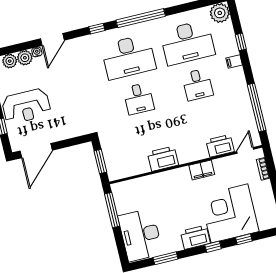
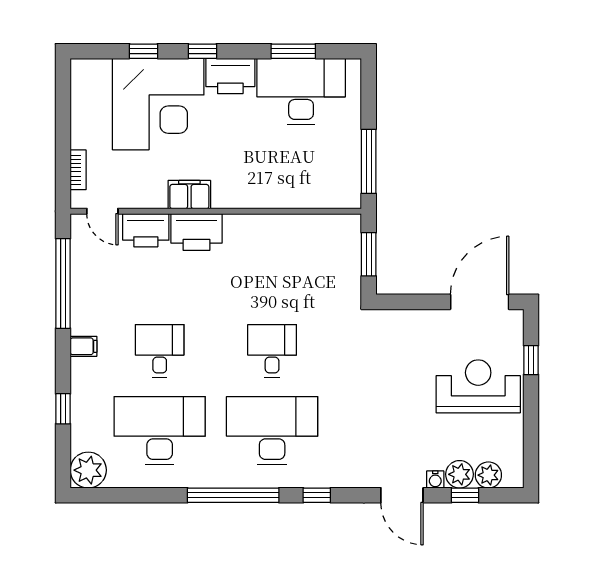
door: (52, 39) -> (402, 495), swing flipped
window: (19, 47) -> (465, 495), added
filing cabinet: (234, 61) -> (84, 346), moved
door: (245, 150) -> (102, 211), hinge flipped
printer: (163, 159) -> (197, 232), moved
desk: (140, 235) -> (301, 92), moved, turned -90

